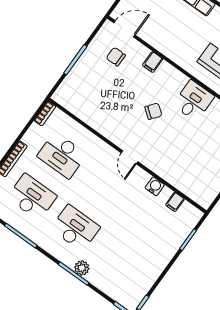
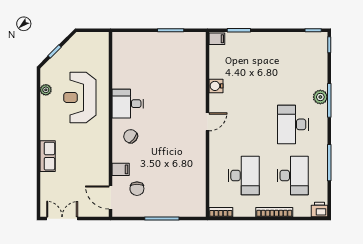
filing cabinet: (153, 62) -> (121, 169), moved
chair: (153, 111) -> (131, 136), moved
desk: (32, 197) -> (293, 175), turned 180
filing cabinet: (175, 202) -> (217, 39), moved

